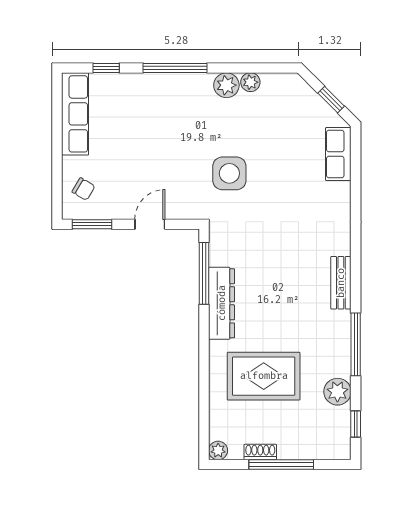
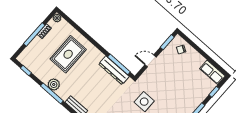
row of seats: (75, 114) -> (212, 72), width x0.68
door: (150, 224) -> (151, 61), swing flipped
dresser: (222, 303) -> (114, 70), moved
plant: (337, 392) -> (54, 84), moved

